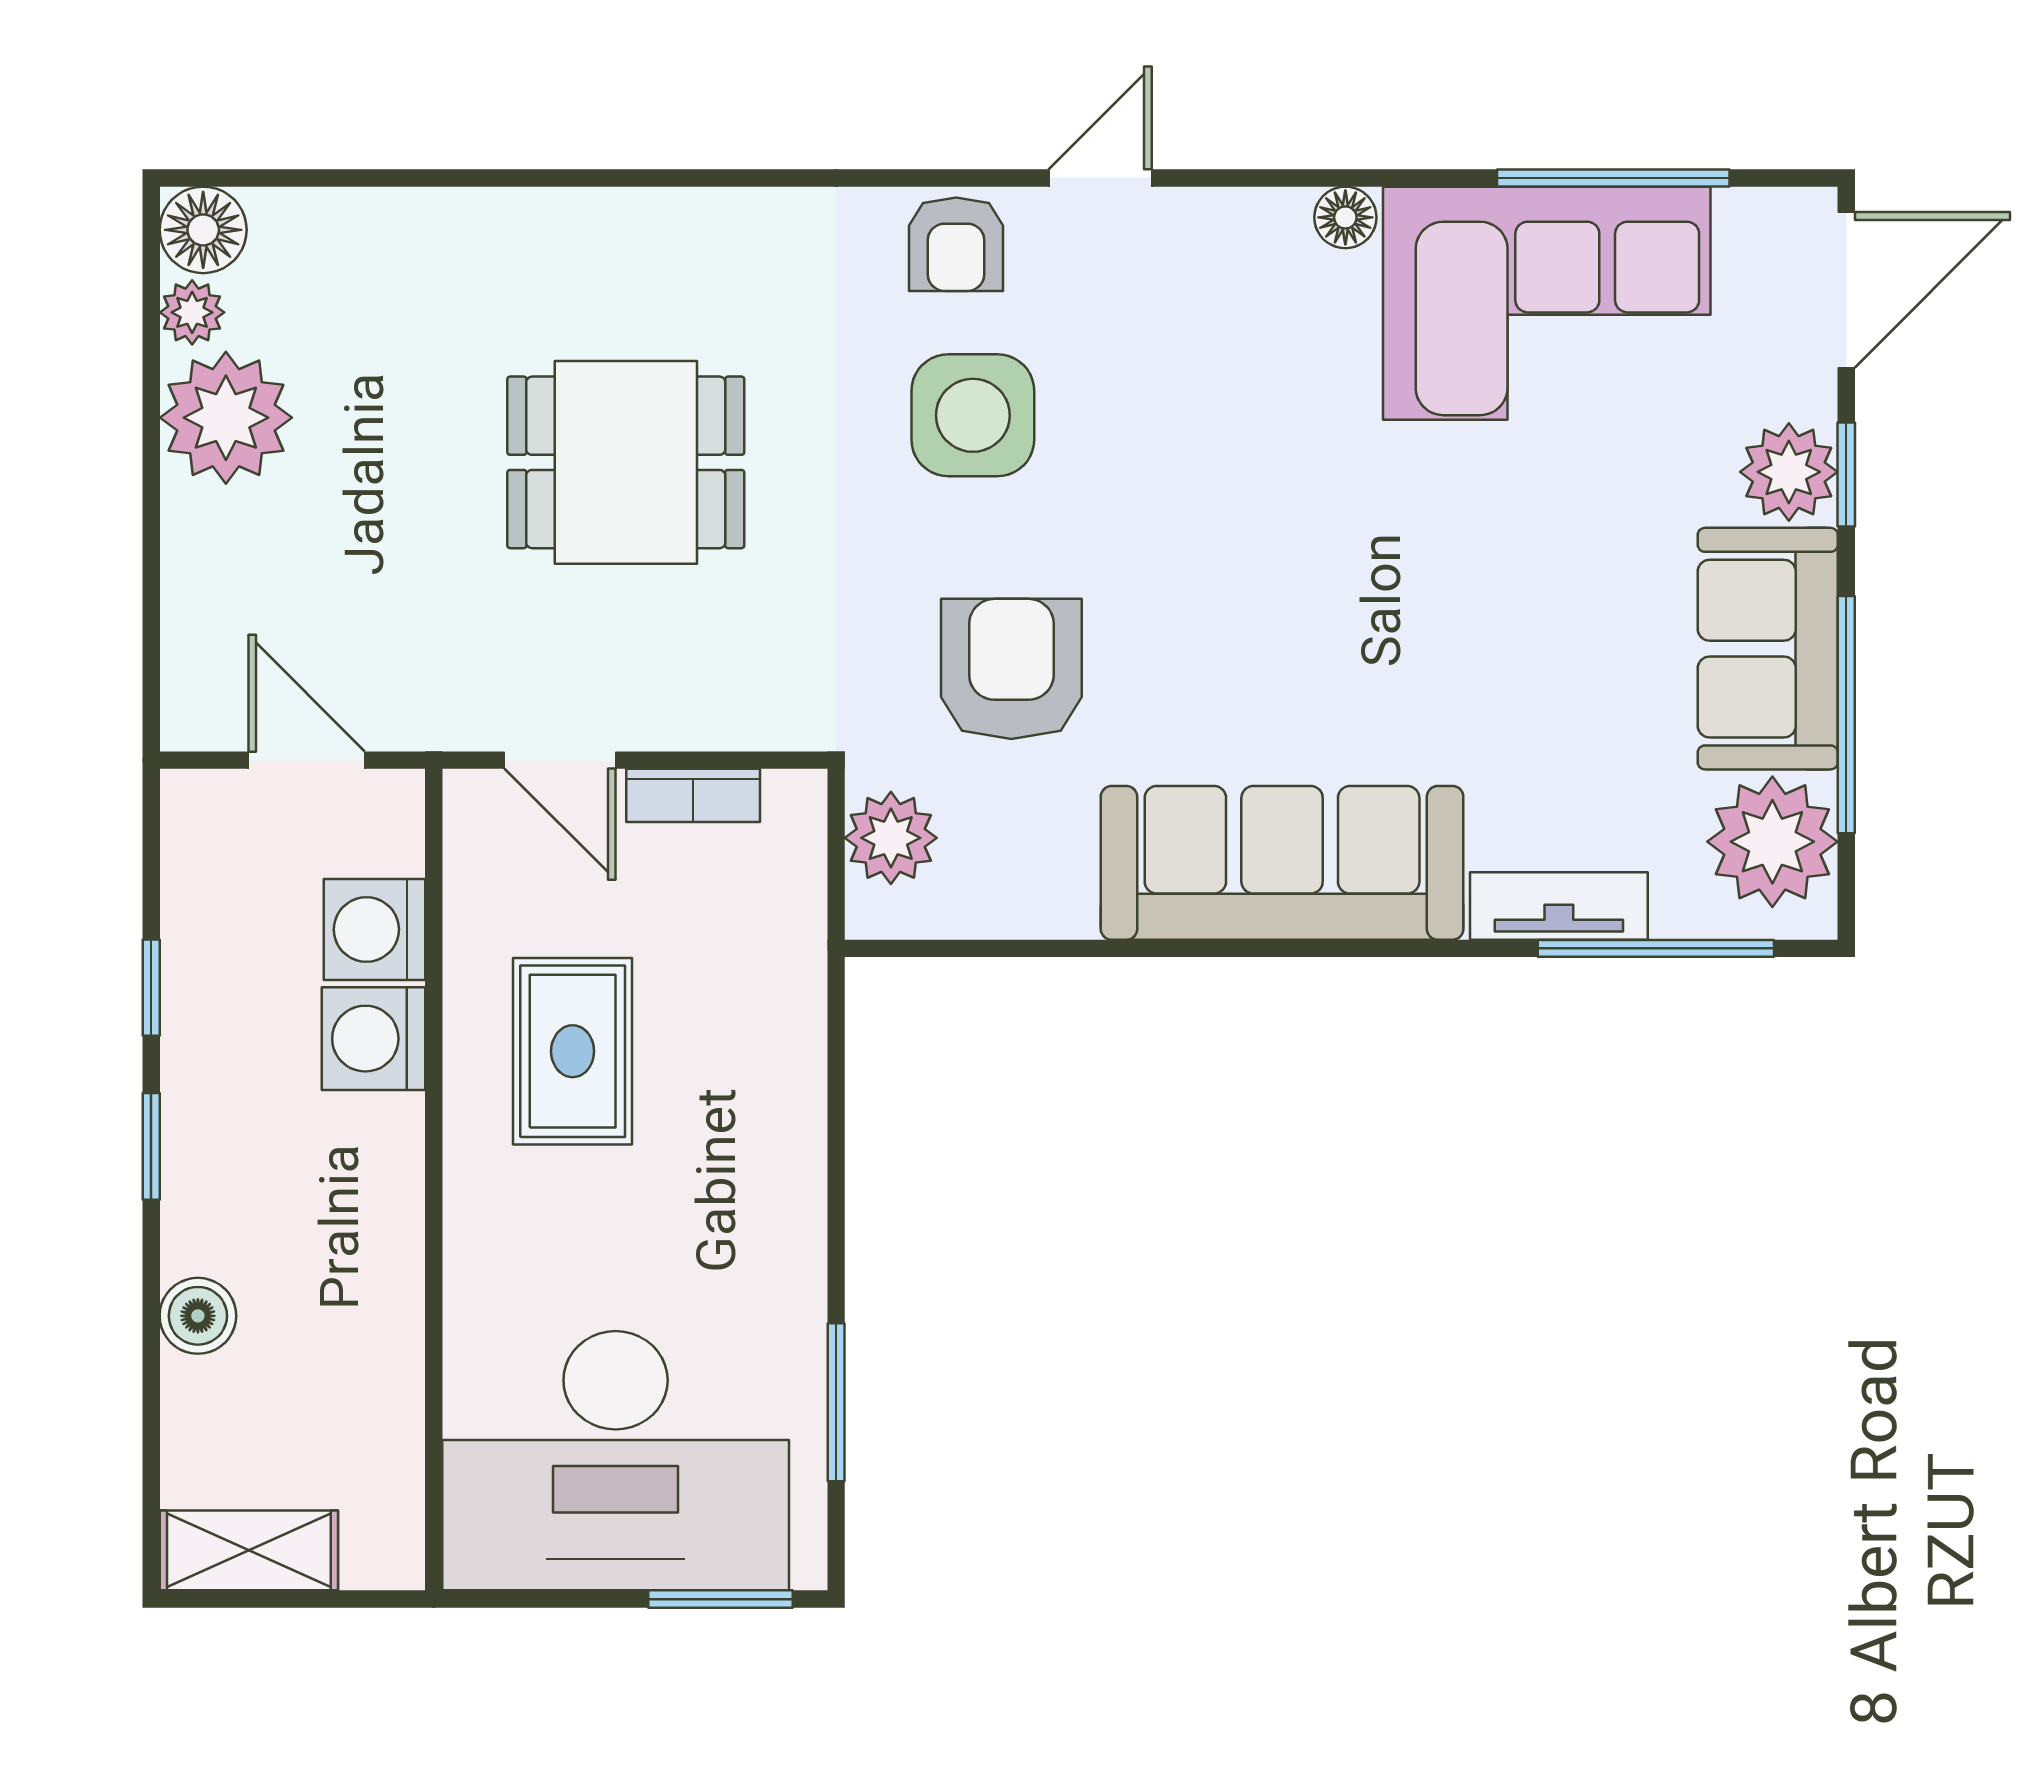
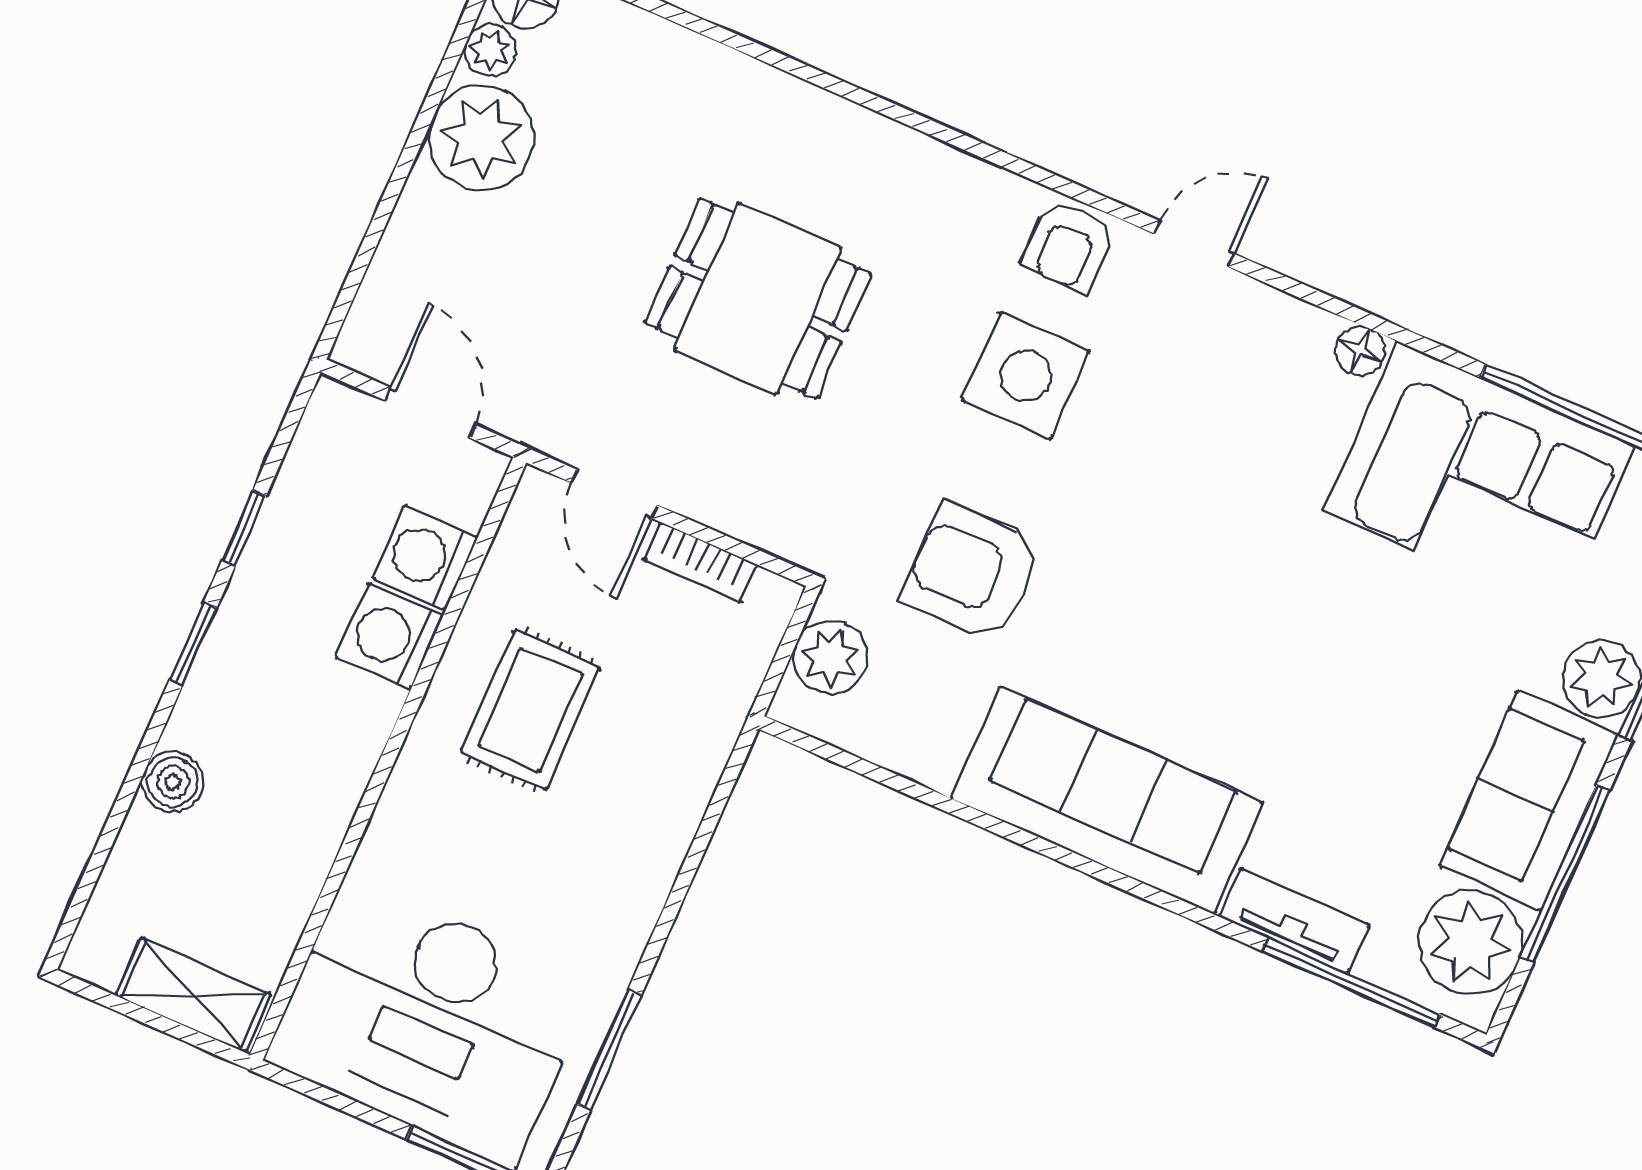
armchair: (1011, 669) -> (972, 573), turned -90
shelving: (249, 1550) -> (193, 995), moved

